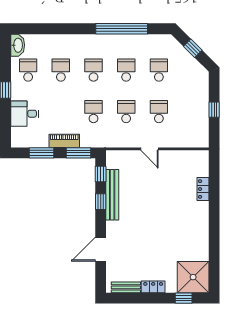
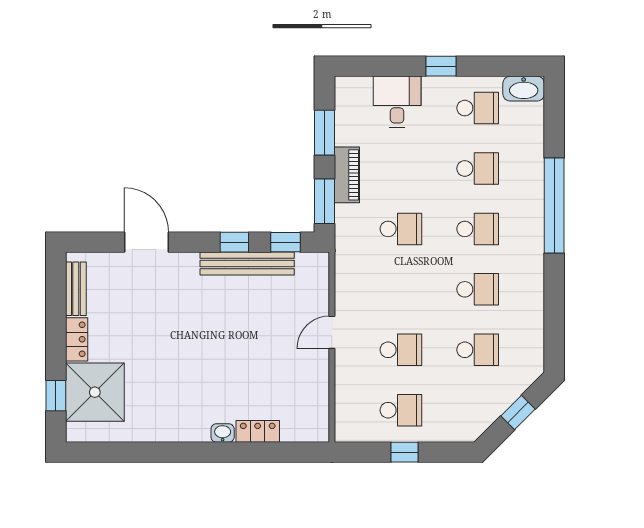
window: (122, 29) -> (554, 206), moved
school desk: (126, 112) -> (401, 410), moved
washbasin: (204, 208) -> (223, 433), added
shower: (193, 277) -> (95, 392), moved

